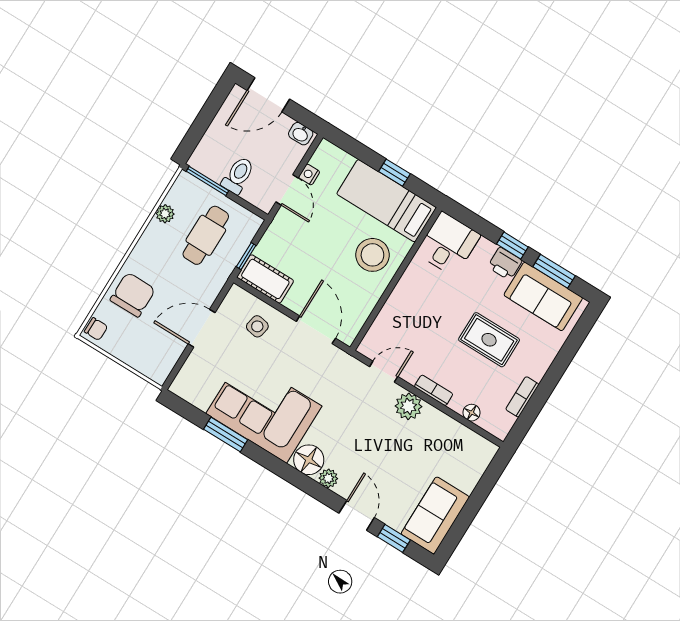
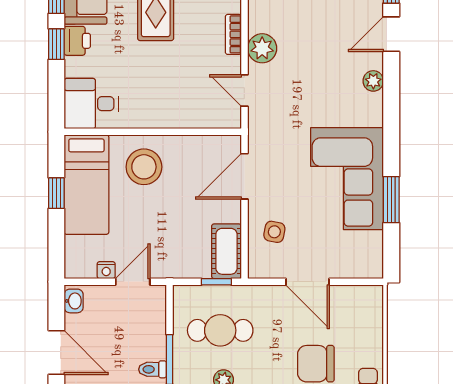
toilet: (238, 175) -> (153, 369), moved, width x0.73, depth x0.72
floor lamp: (309, 460) -> (367, 109), removed

